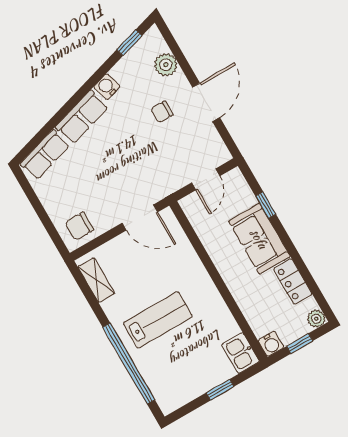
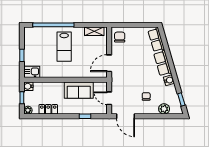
door: (206, 102) -> (125, 116), moved
sofa: (259, 239) -> (79, 90), moved, turned 180

